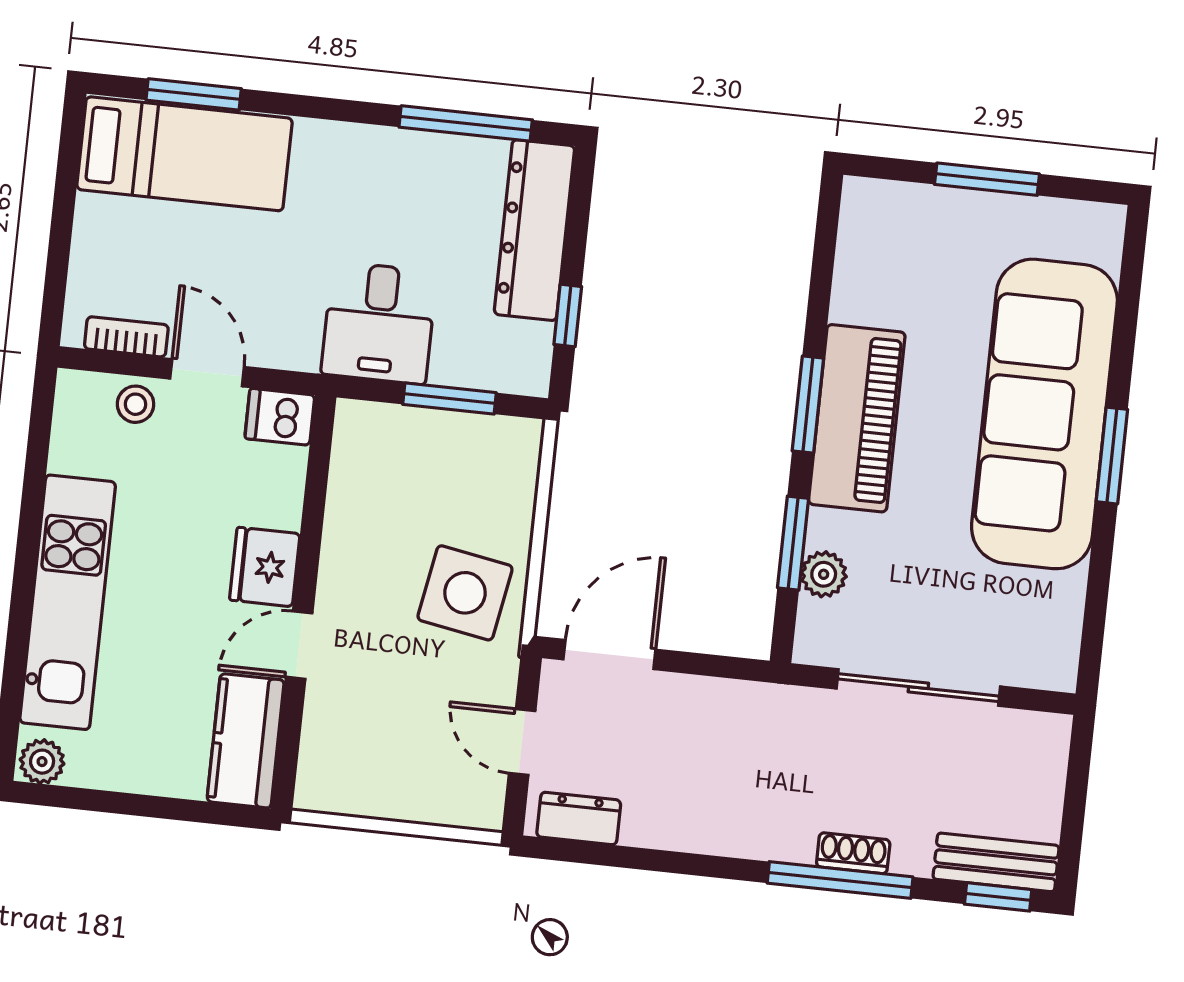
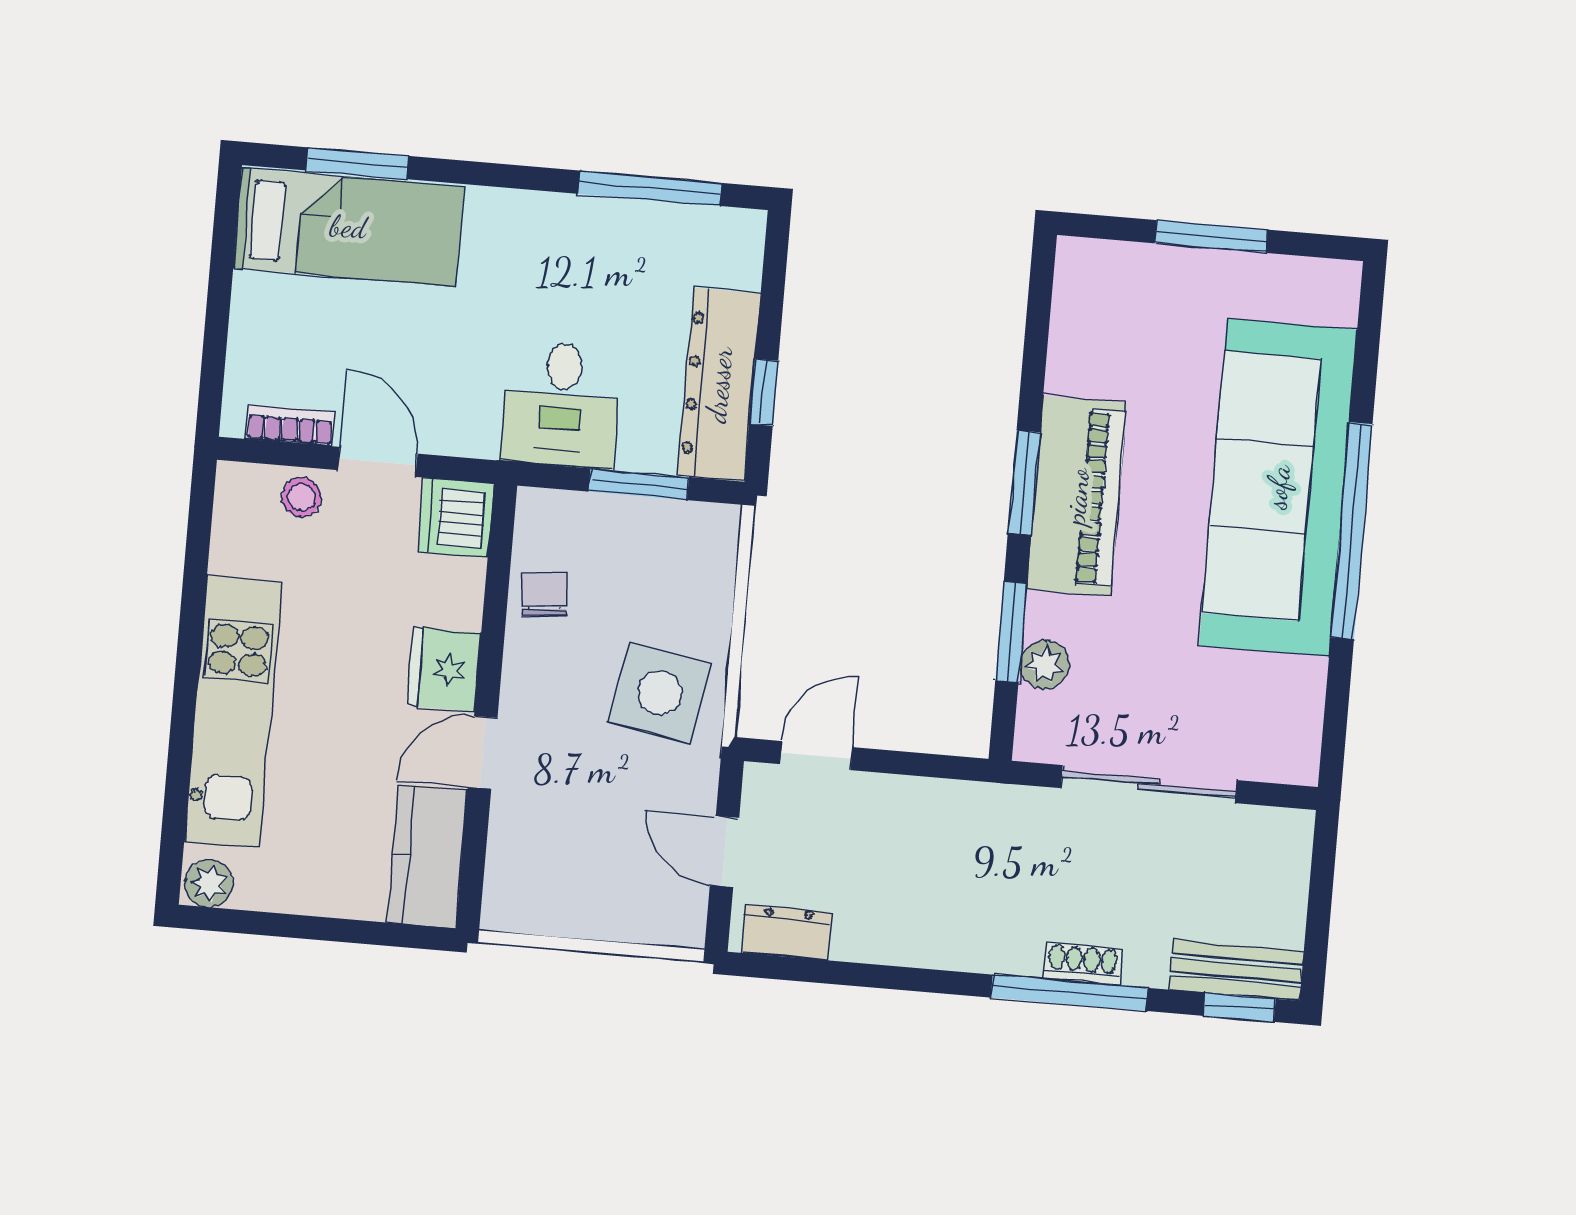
dresser: (534, 230) -> (719, 385), moved
dishwasher: (280, 417) -> (456, 518), width x1.38
window: (1112, 456) -> (1352, 531), width x2.11
chair: (359, 499) -> (544, 594), added
door: (609, 655) -> (816, 756), width x0.73

